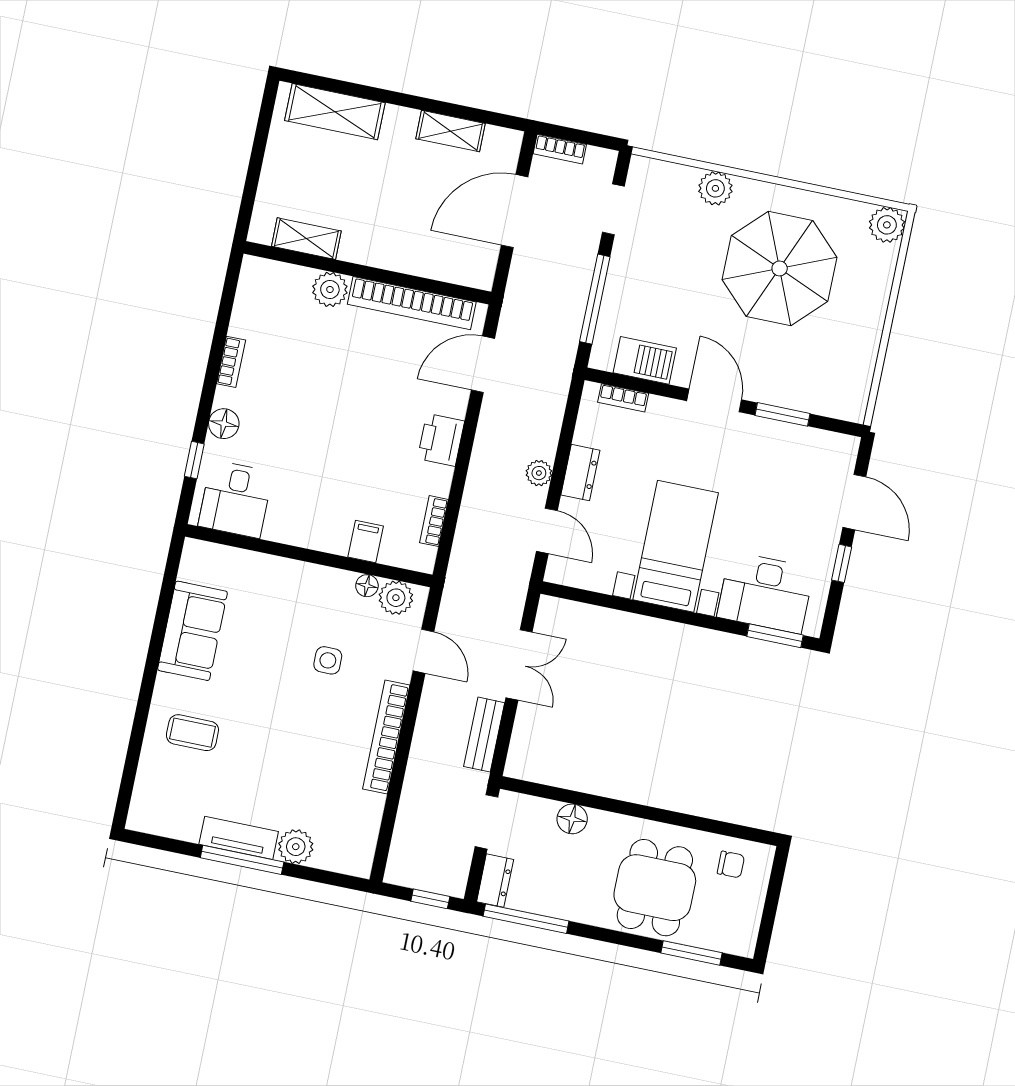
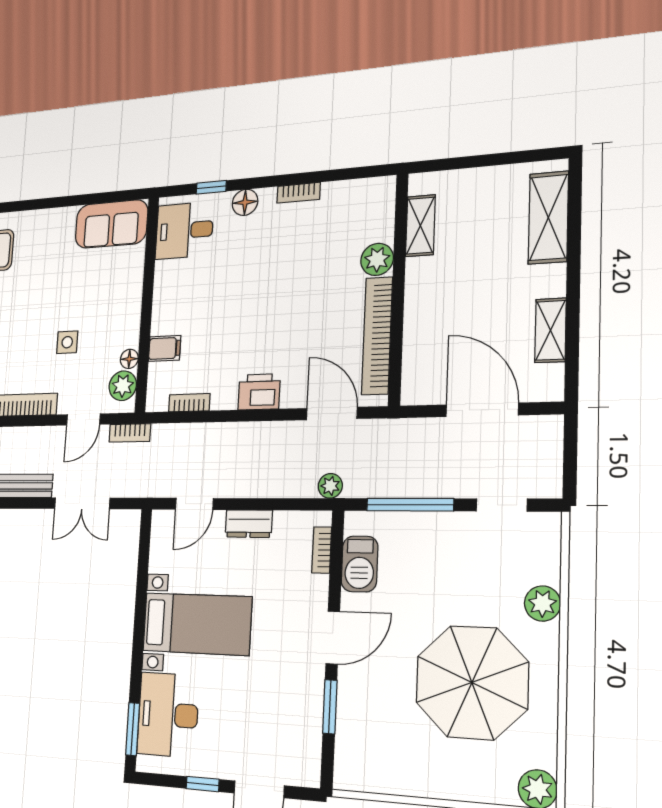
bookcase: (560, 149) -> (130, 433), moved, turned -90
plant: (539, 473) -> (330, 486), moved
sofa: (192, 631) -> (111, 224), moved

